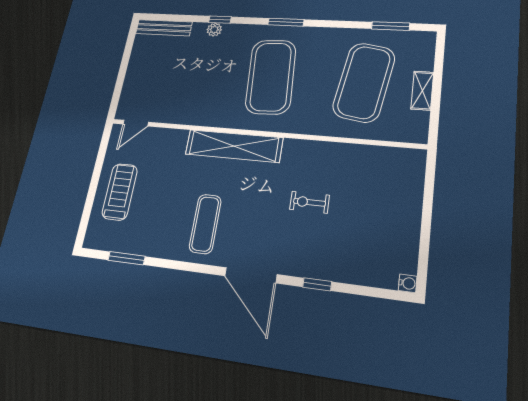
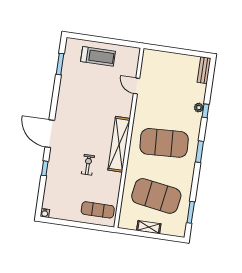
bench: (164, 28) -> (204, 70), width x0.73
door: (136, 123) -> (137, 86), moved
shelving: (234, 146) -> (119, 144), moved
exercise mat: (205, 224) -> (98, 210), moved
door: (251, 275) -> (50, 134), hinge flipped

